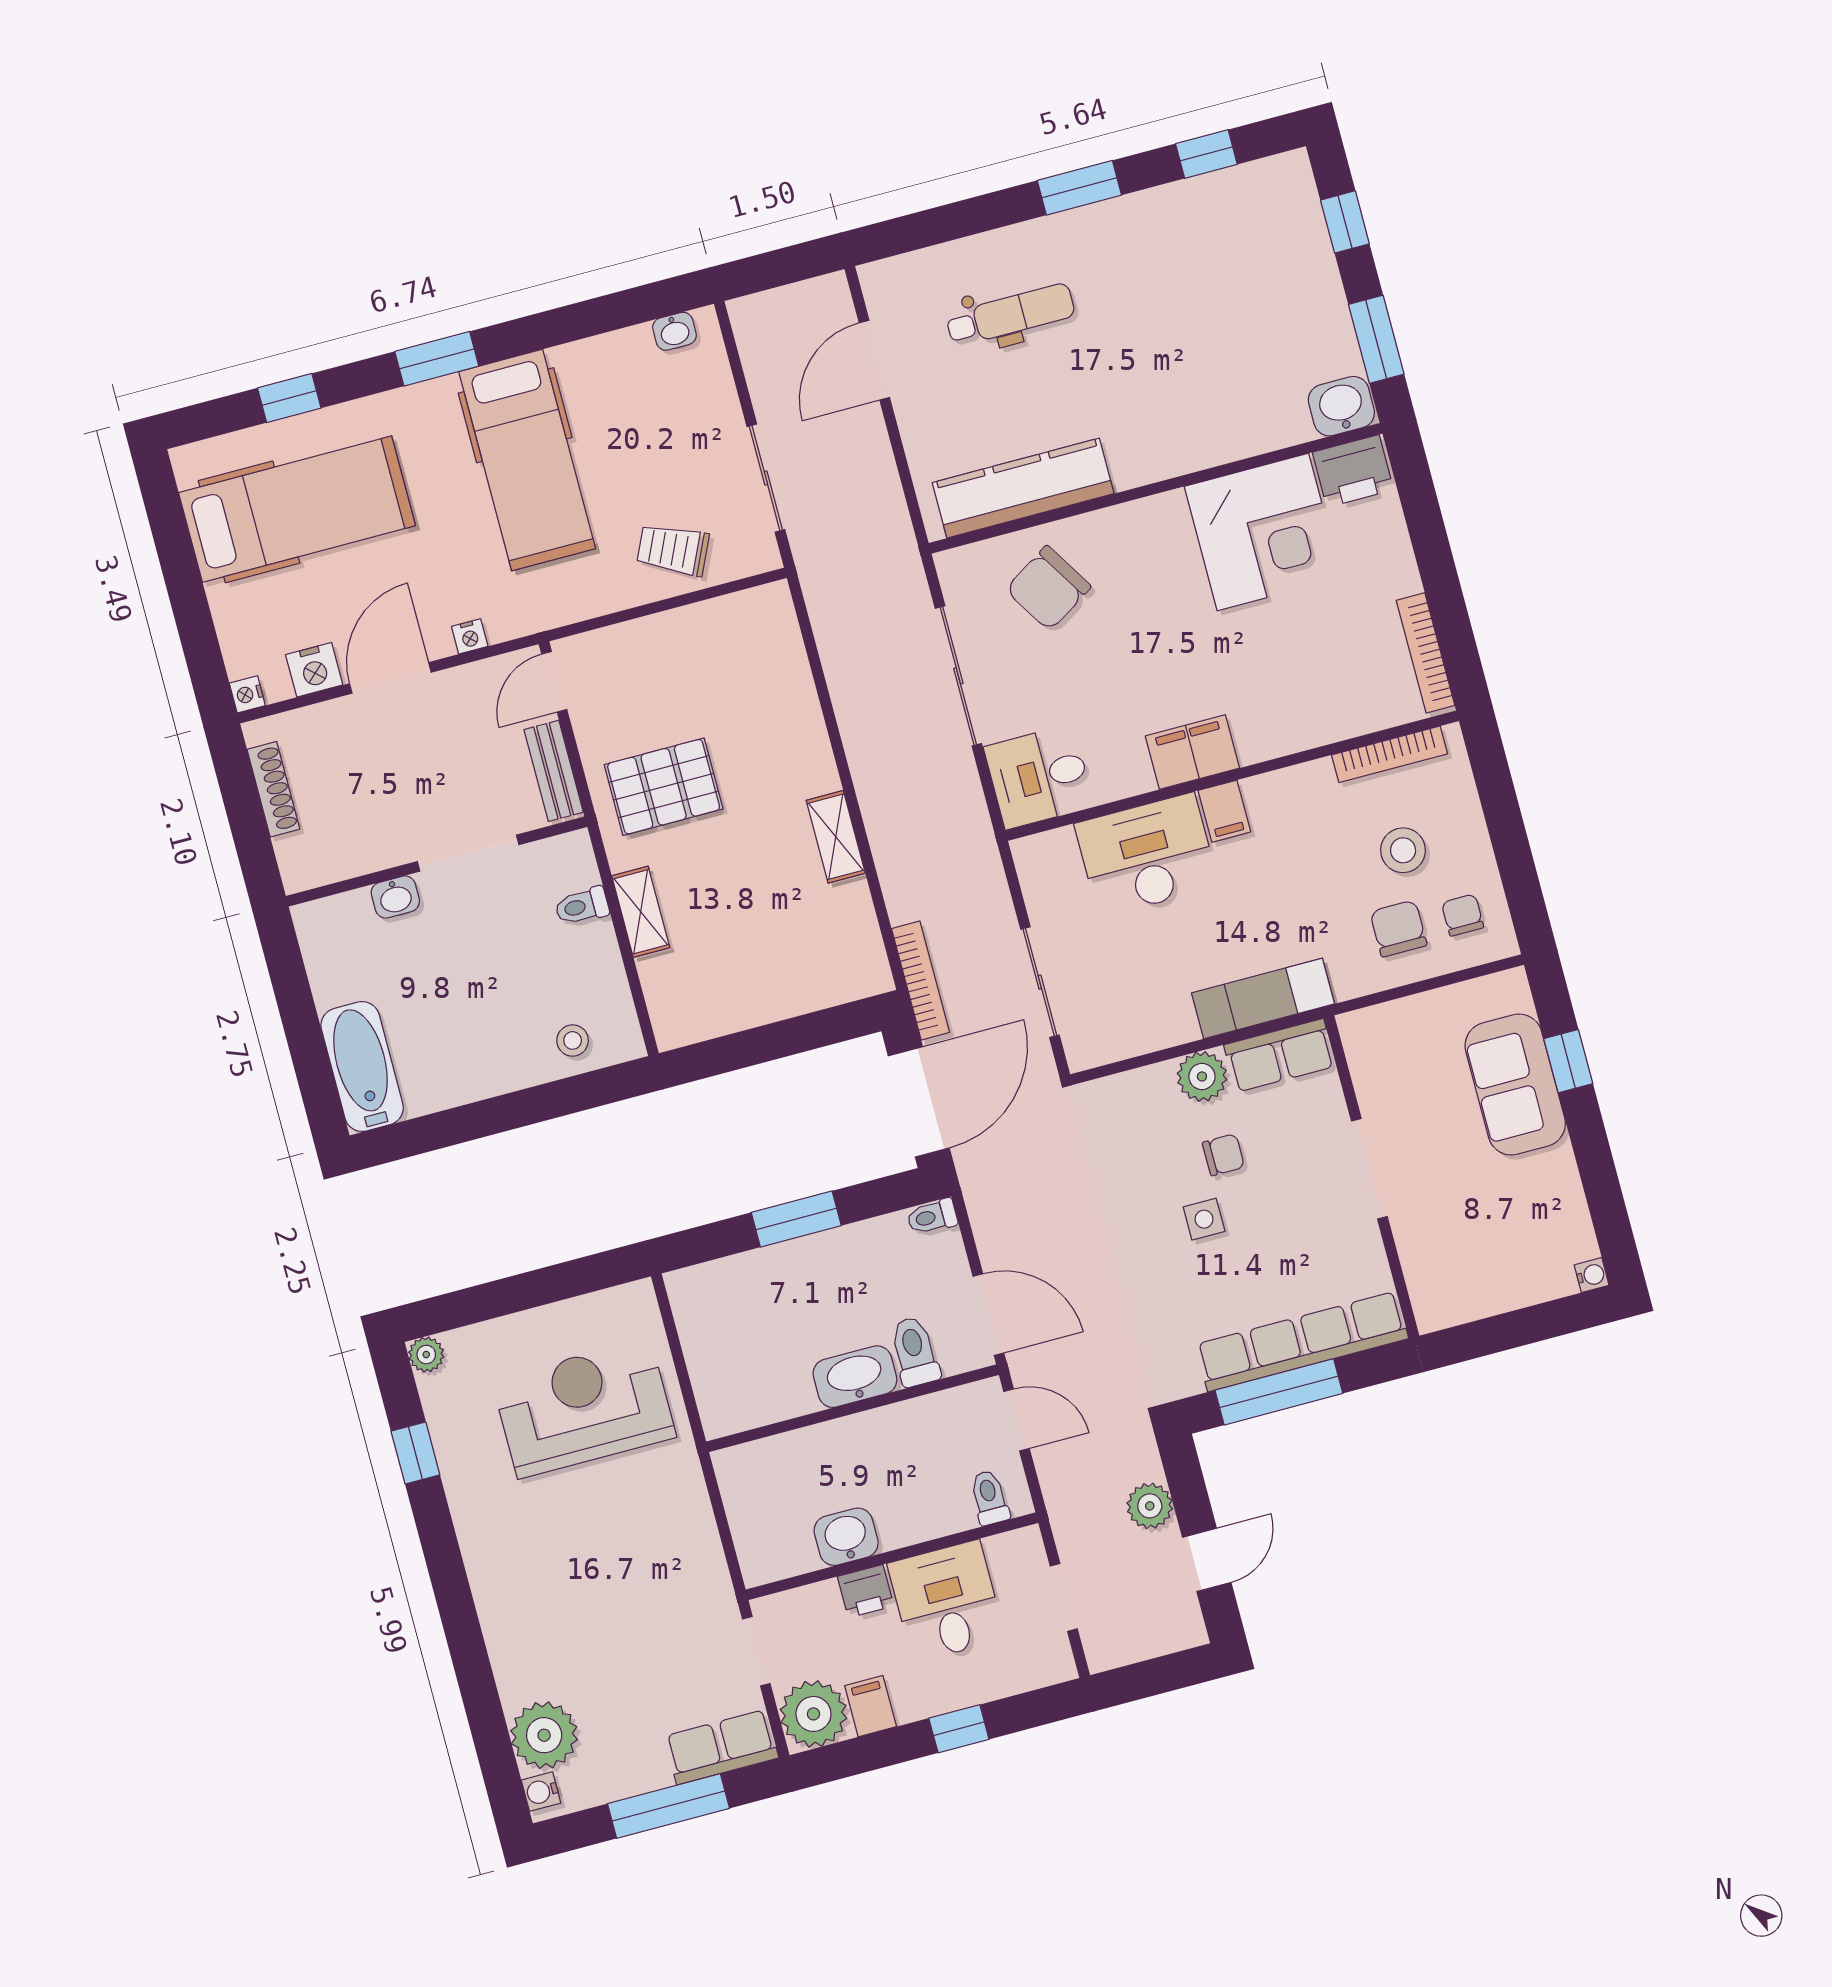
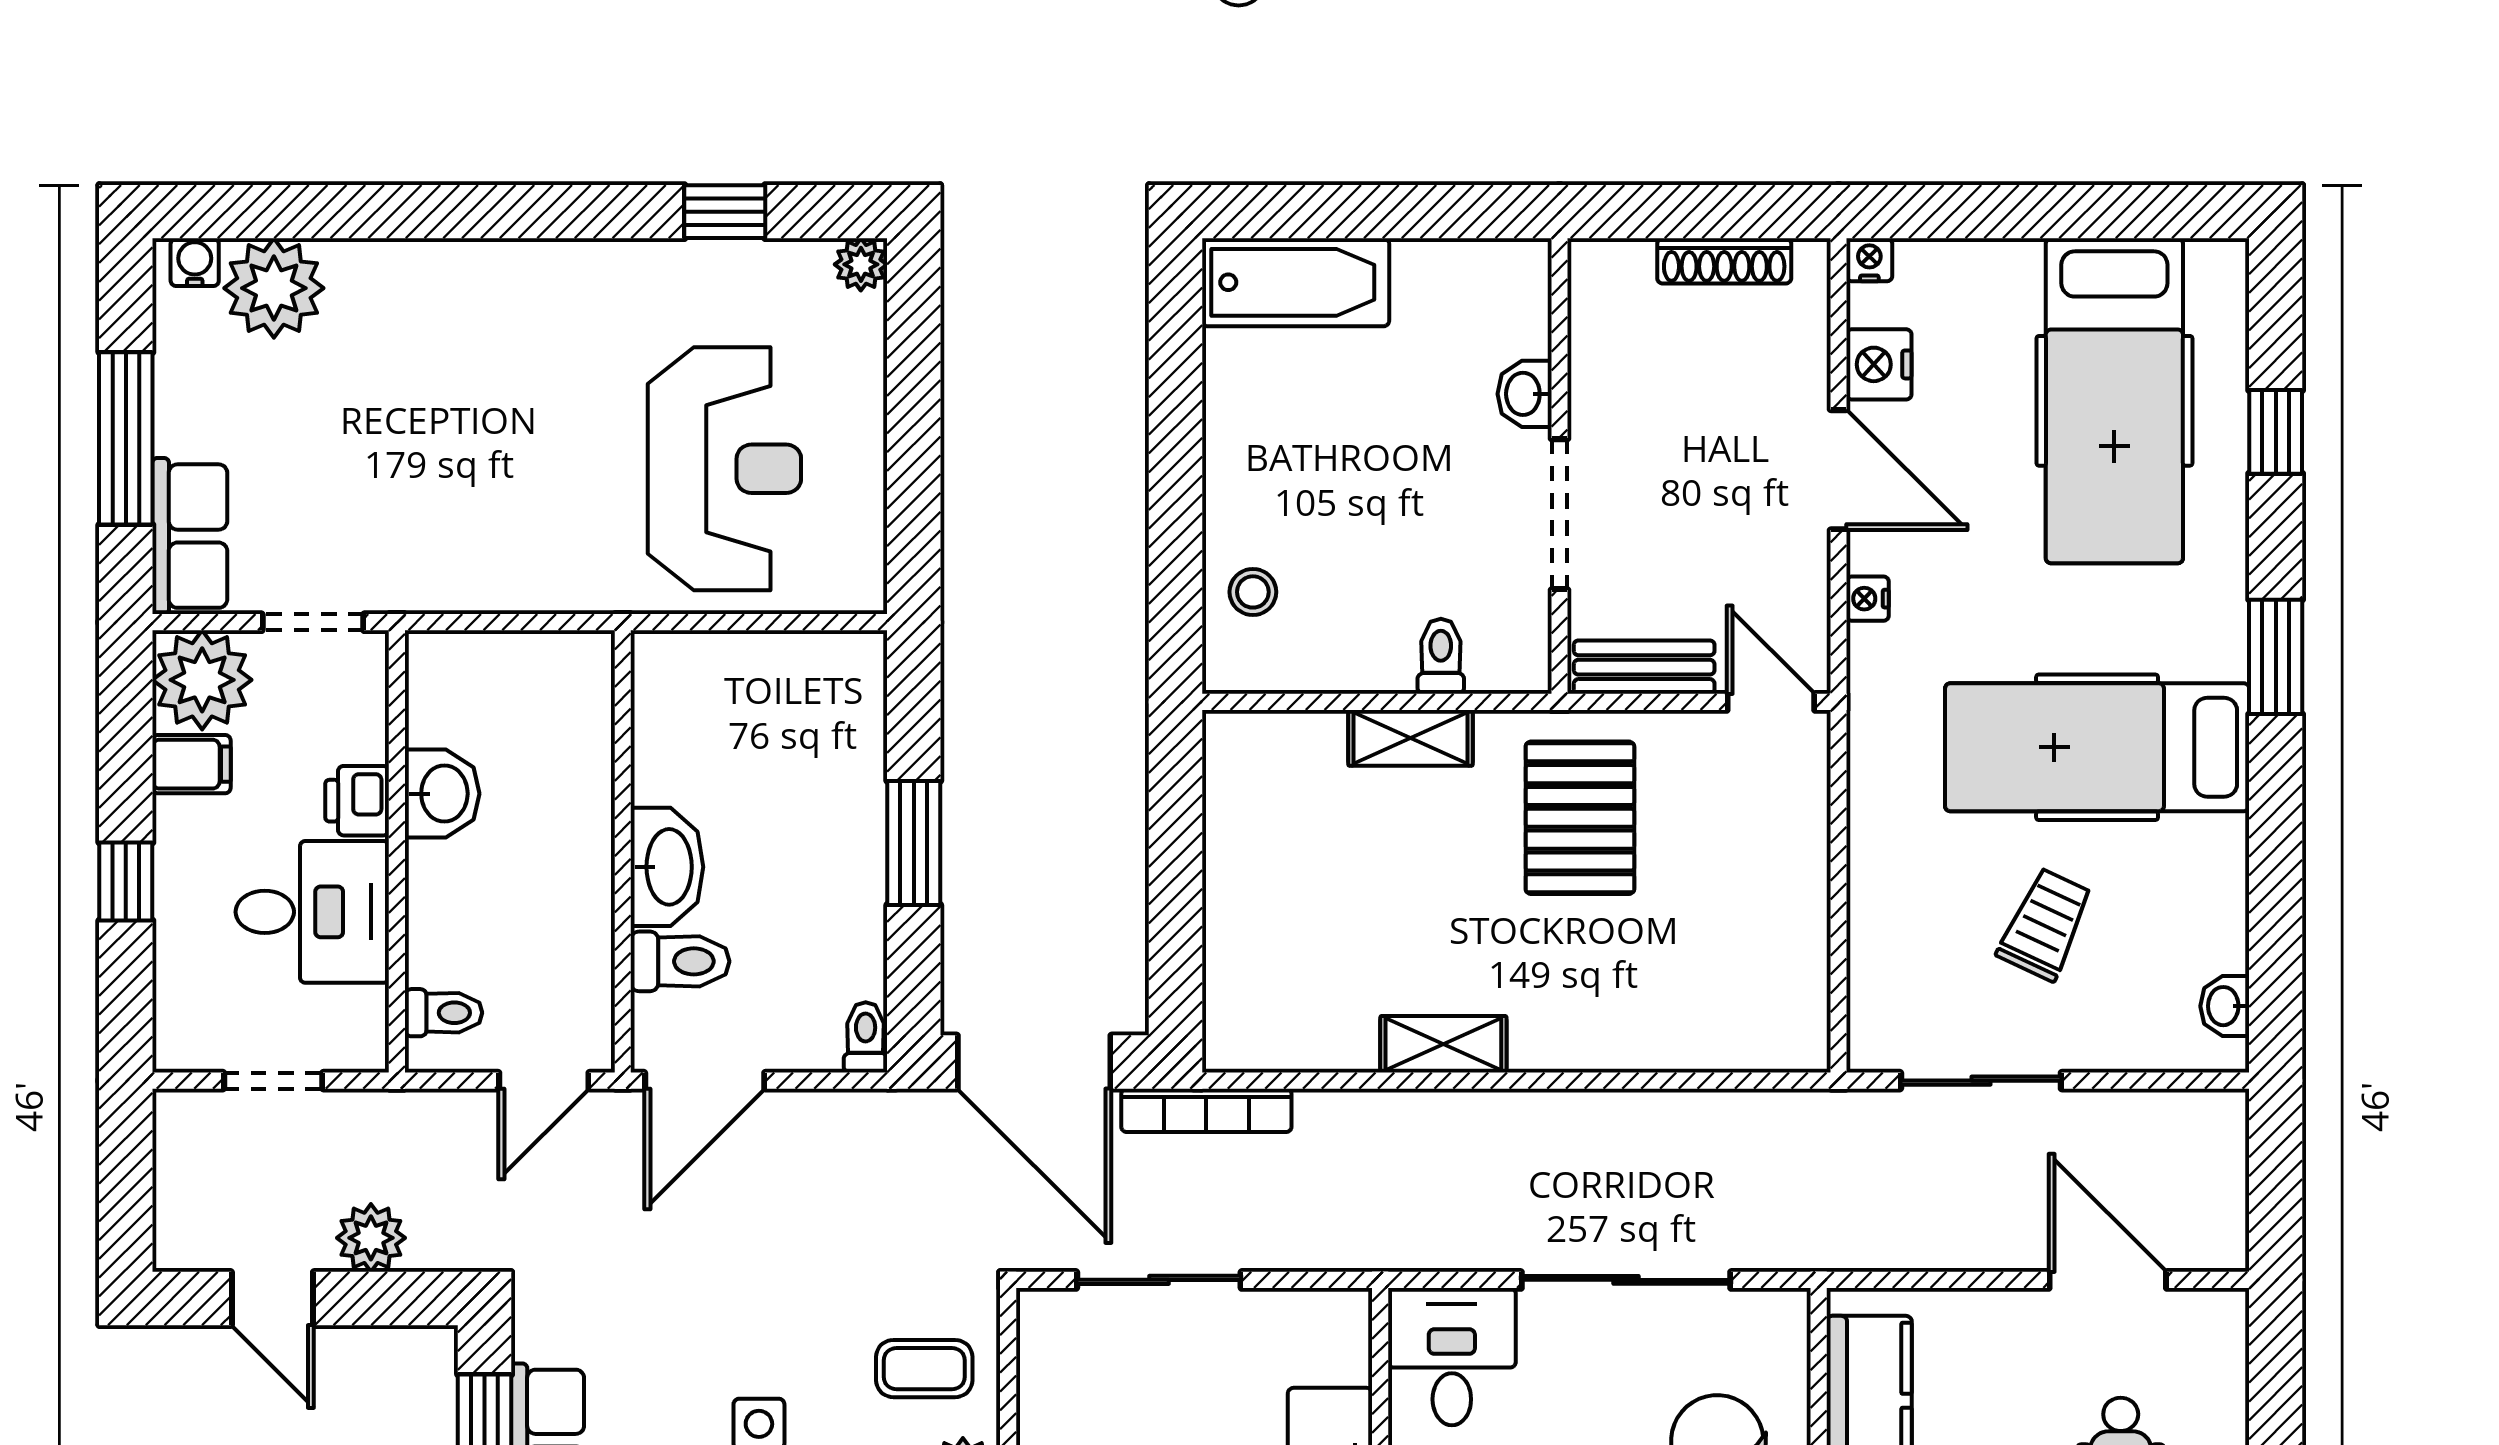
trolley: (673, 550) -> (2045, 924), moved
coffee table: (1139, 1120) -> (924, 1369), added

